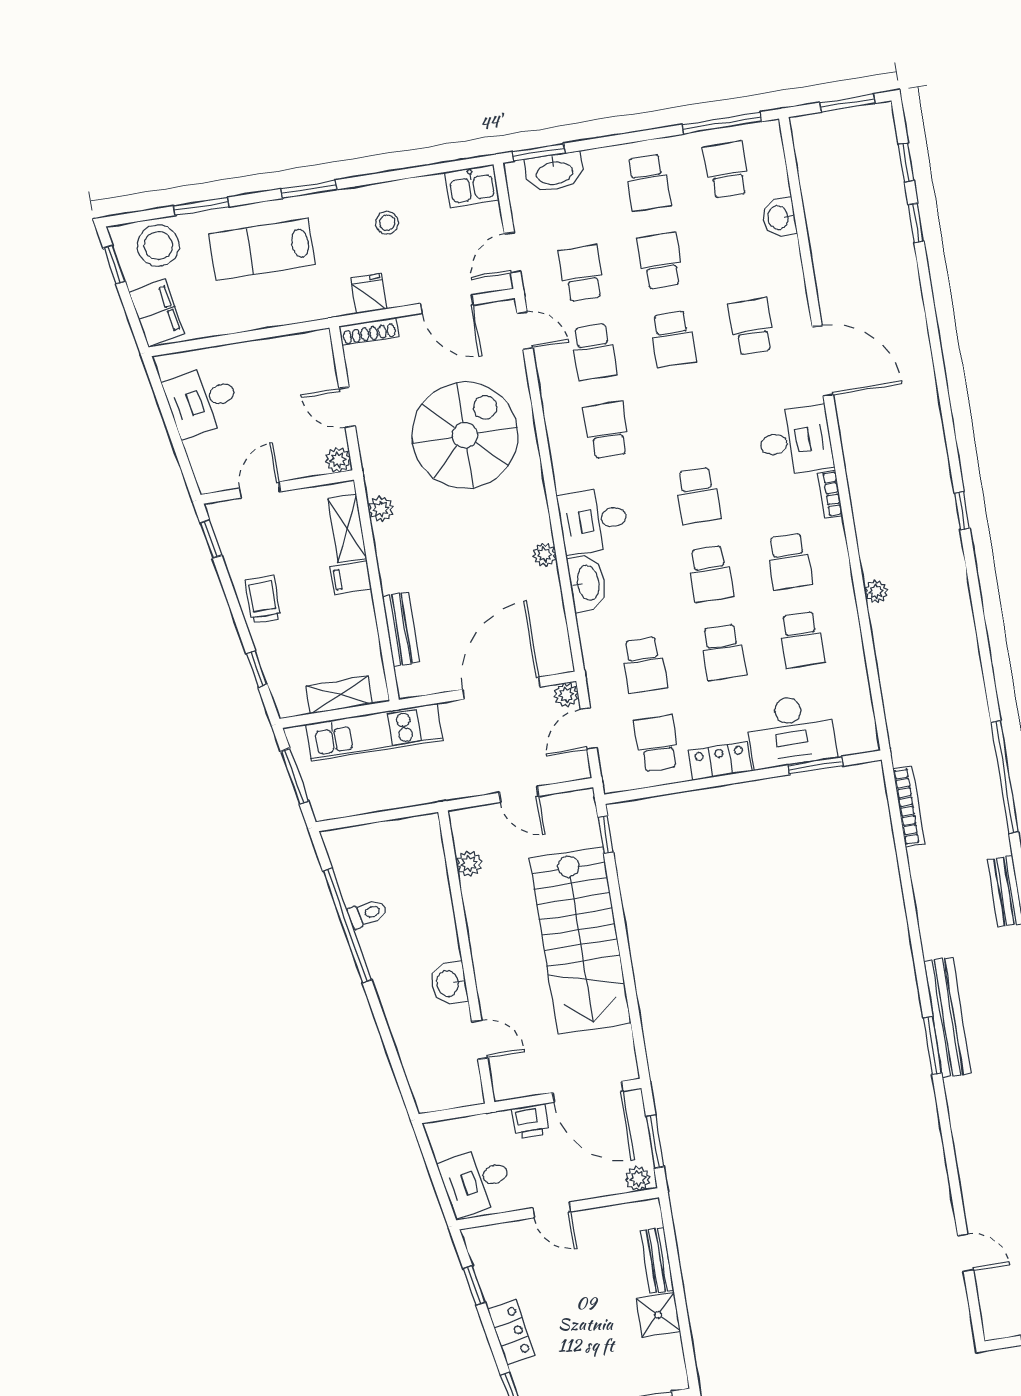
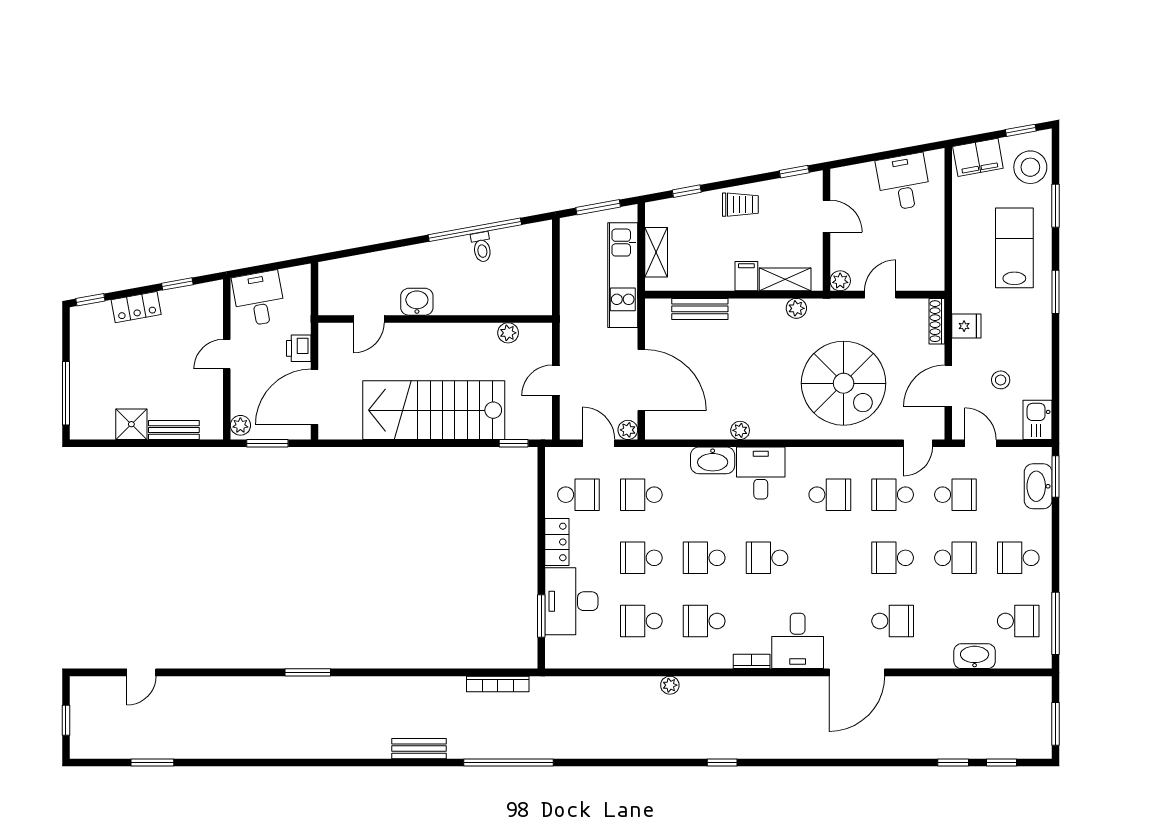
washbasin: (779, 217) -> (975, 656), width x1.38
stool: (387, 223) -> (1001, 380), moved
bench: (947, 1018) -> (328, 688), removed

